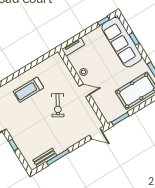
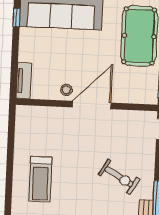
door: (84, 90) -> (92, 105), width x1.88
exercise bike: (58, 105) -> (119, 177), moved

